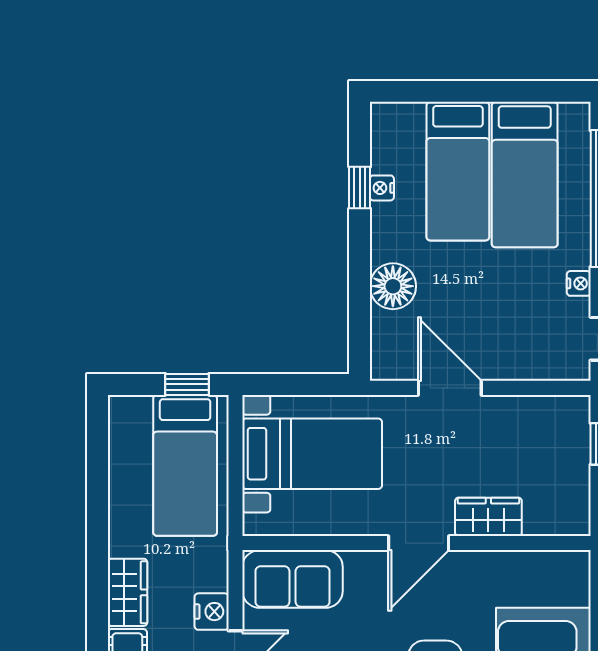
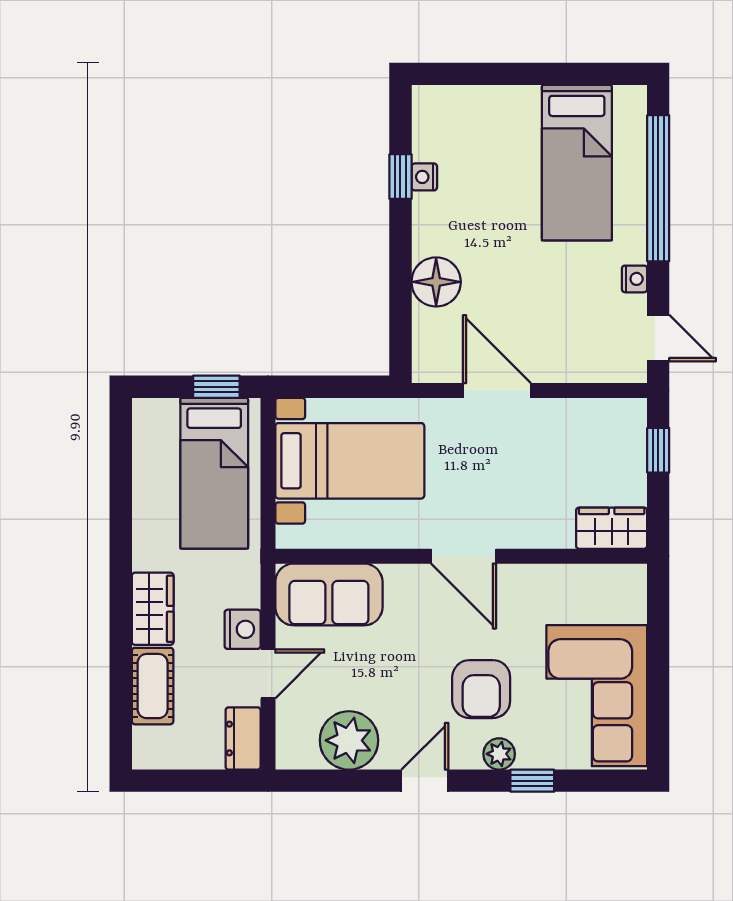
bed: (458, 171) -> (506, 159), removed
wardrobe: (488, 517) -> (612, 528), moved
door: (419, 543) -> (464, 556), hinge flipped

